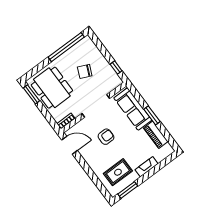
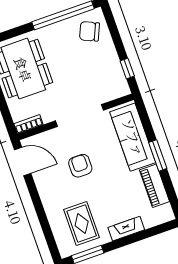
chair: (85, 71) -> (89, 31), moved
armchair: (106, 137) -> (80, 166), turned -90
rug: (118, 172) -> (82, 223), turned 90

